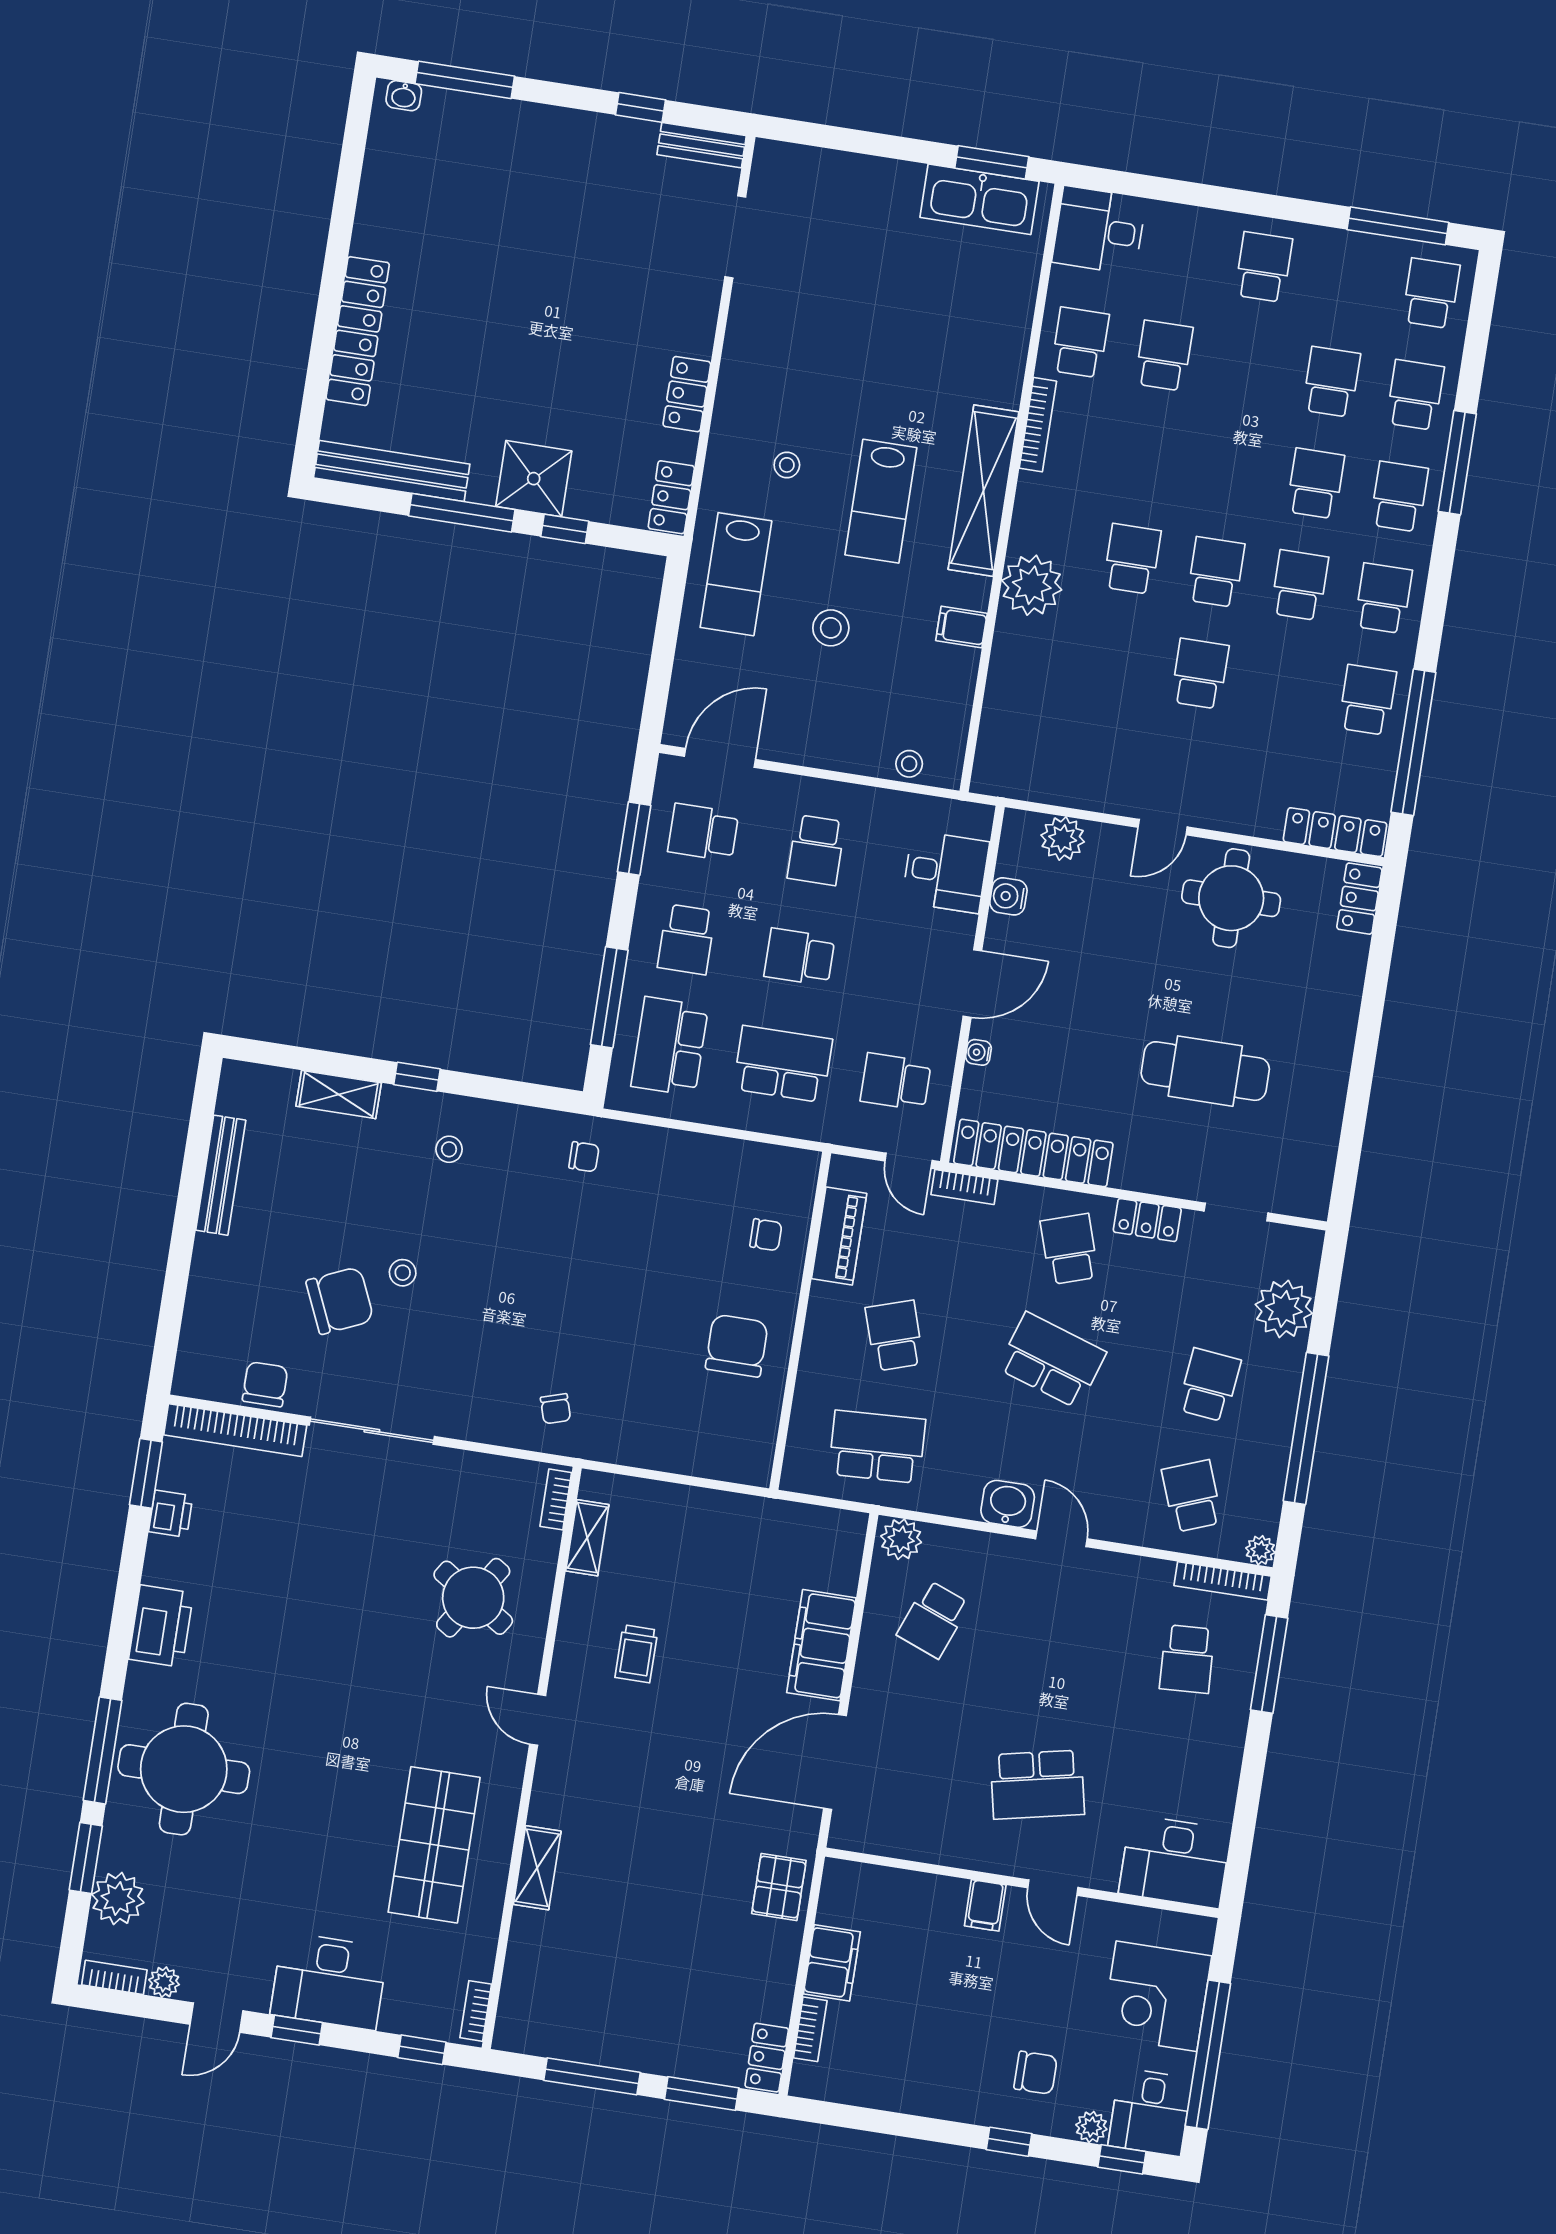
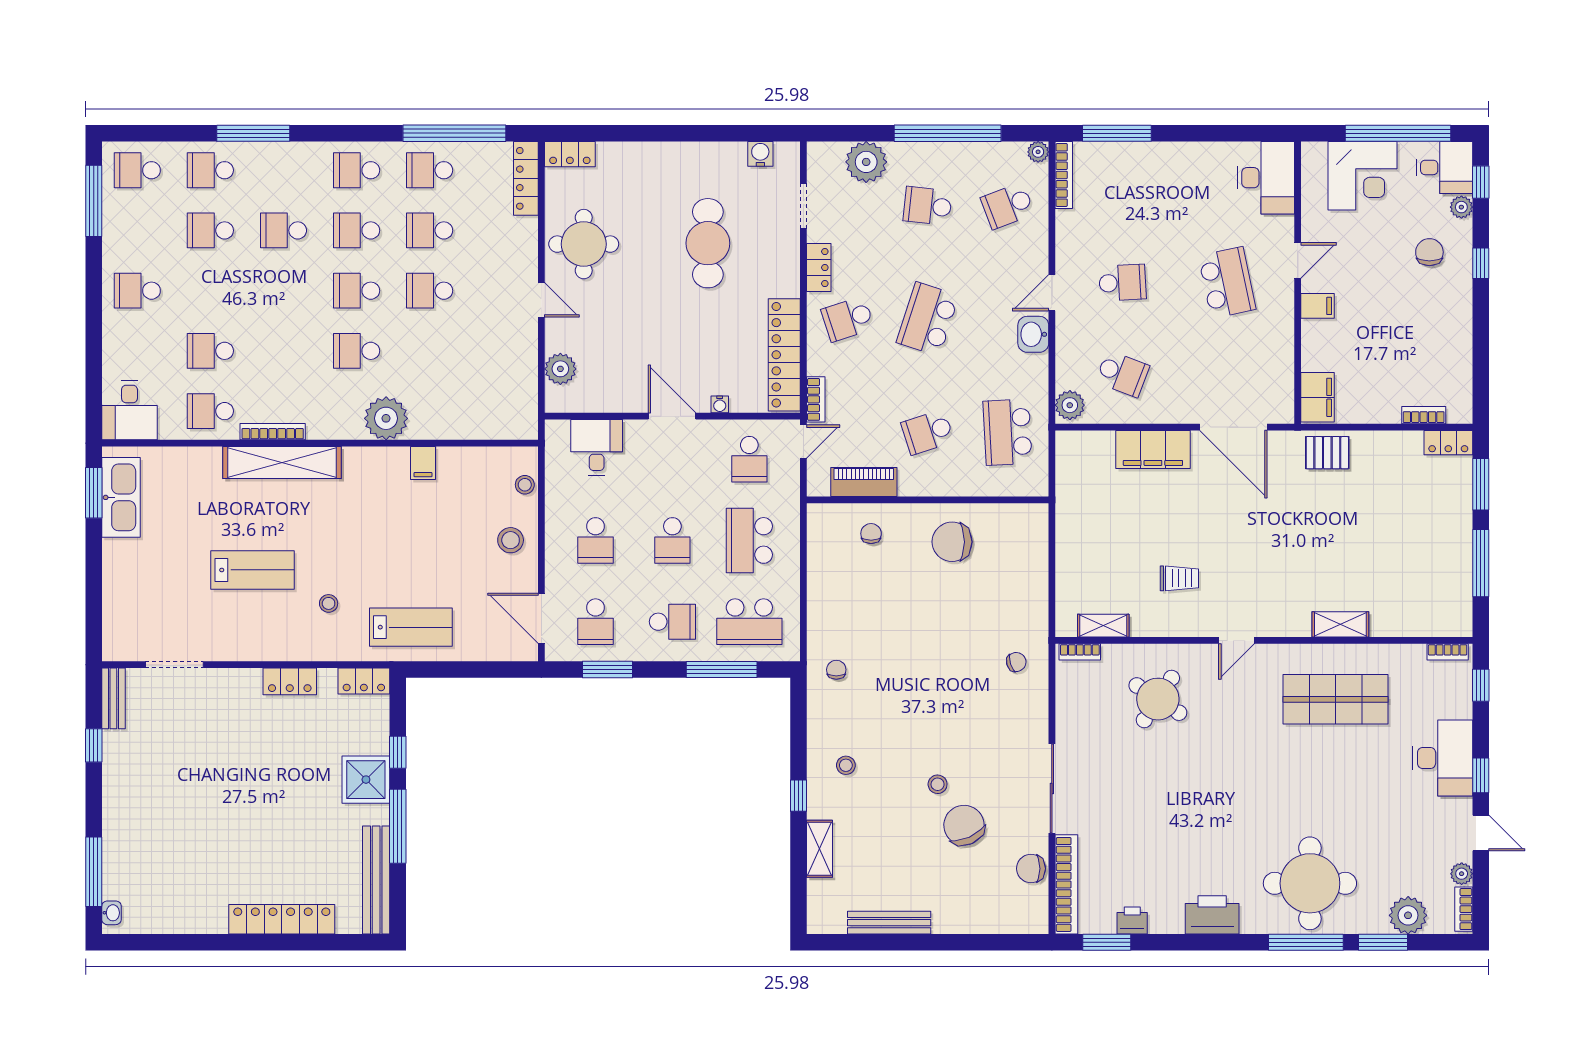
shelving: (983, 491) -> (282, 463), moved
school desk: (1399, 497) -> (430, 230), moved
lab bench: (881, 501) -> (252, 570), moved
stool: (831, 628) -> (511, 540), moved
school desk: (816, 850) -> (596, 540), turned 90
water cooler: (1008, 896) -> (760, 154), moved, turned 180
school desk: (1187, 1659) -> (1122, 283), moved
filing cabinet: (832, 1963) -> (1317, 397), moved, turned 90

